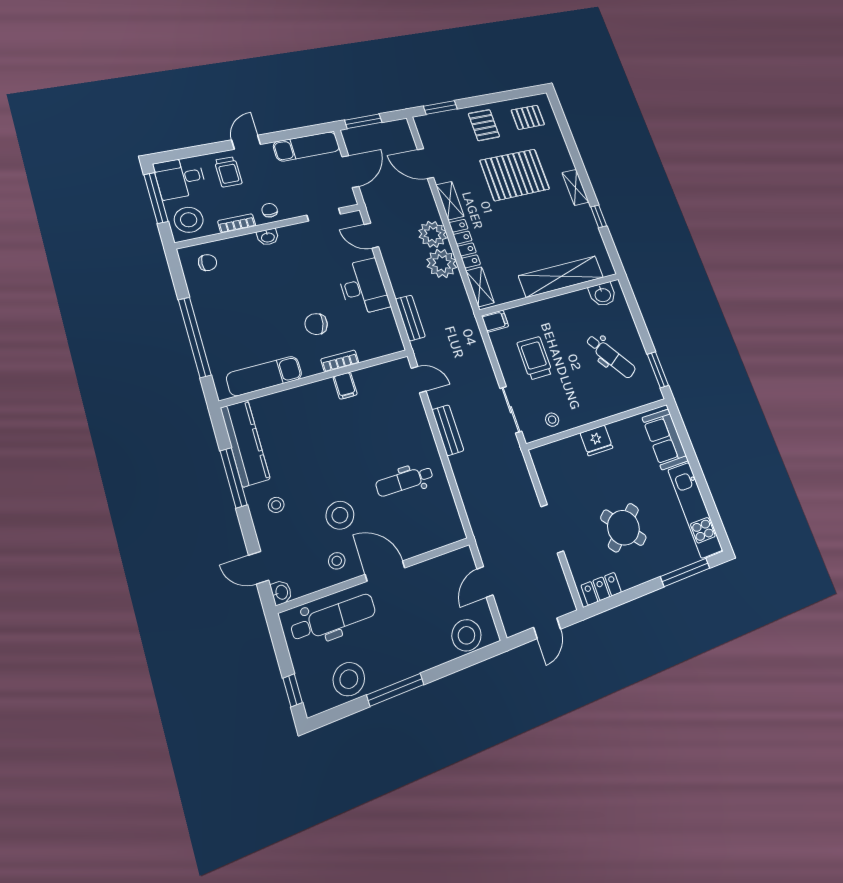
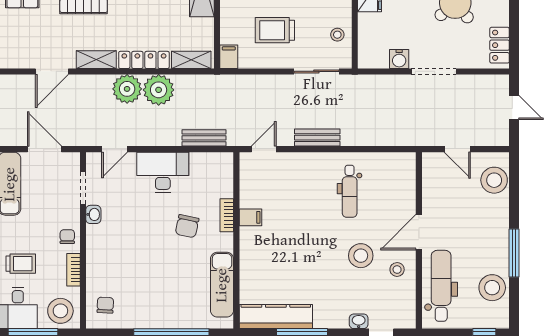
chair: (270, 210) -> (67, 237), turned 90
washbasin: (268, 237) -> (93, 214), moved
water cooler: (551, 489) -> (399, 59), added
stool: (276, 505) -> (335, 306), removed
washbasin: (281, 592) -> (359, 321), moved

